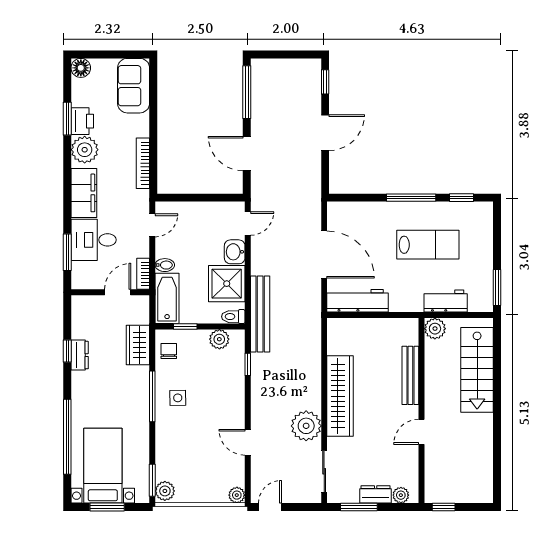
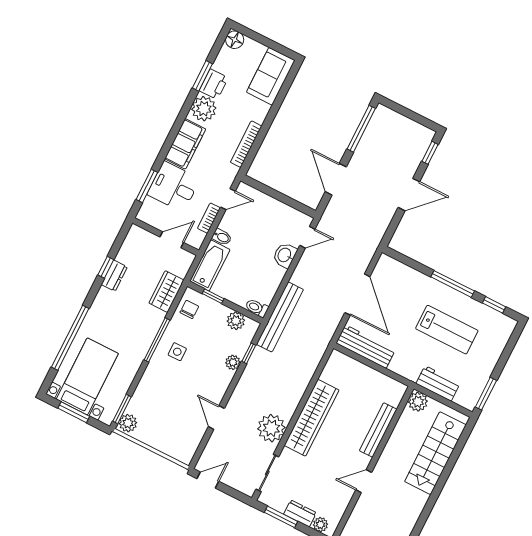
bookcase: (143, 274) -> (209, 218), moved
shower: (227, 284) -> (265, 278), removed
plant: (237, 495) -> (233, 362), moved

